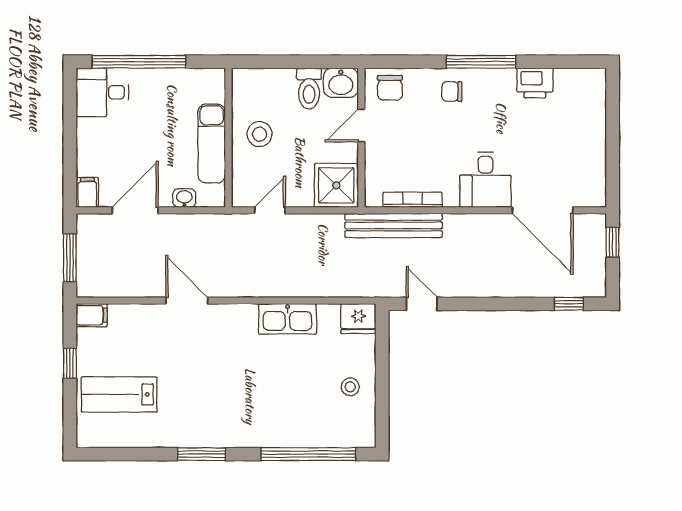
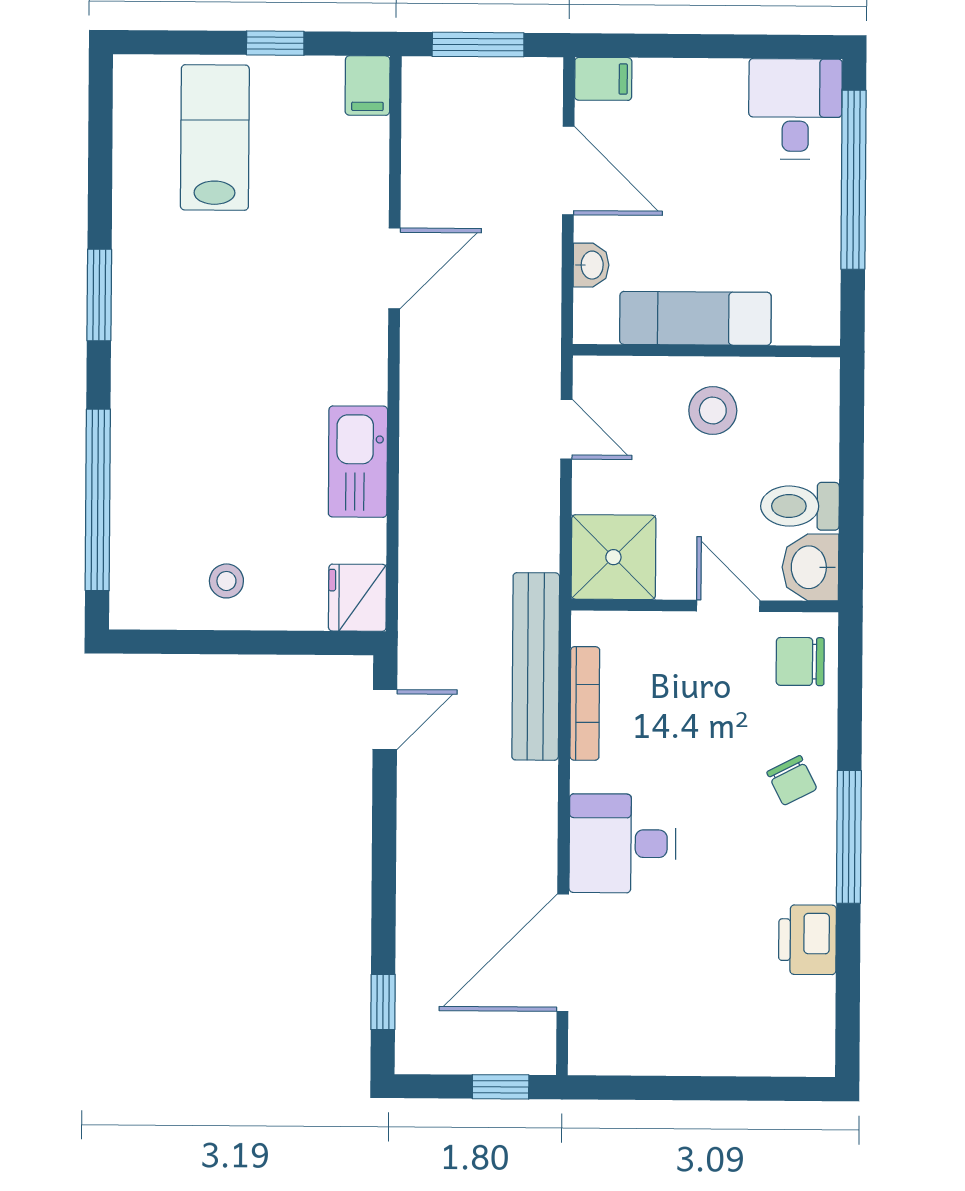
chair: (452, 92) -> (792, 780), turned 153

